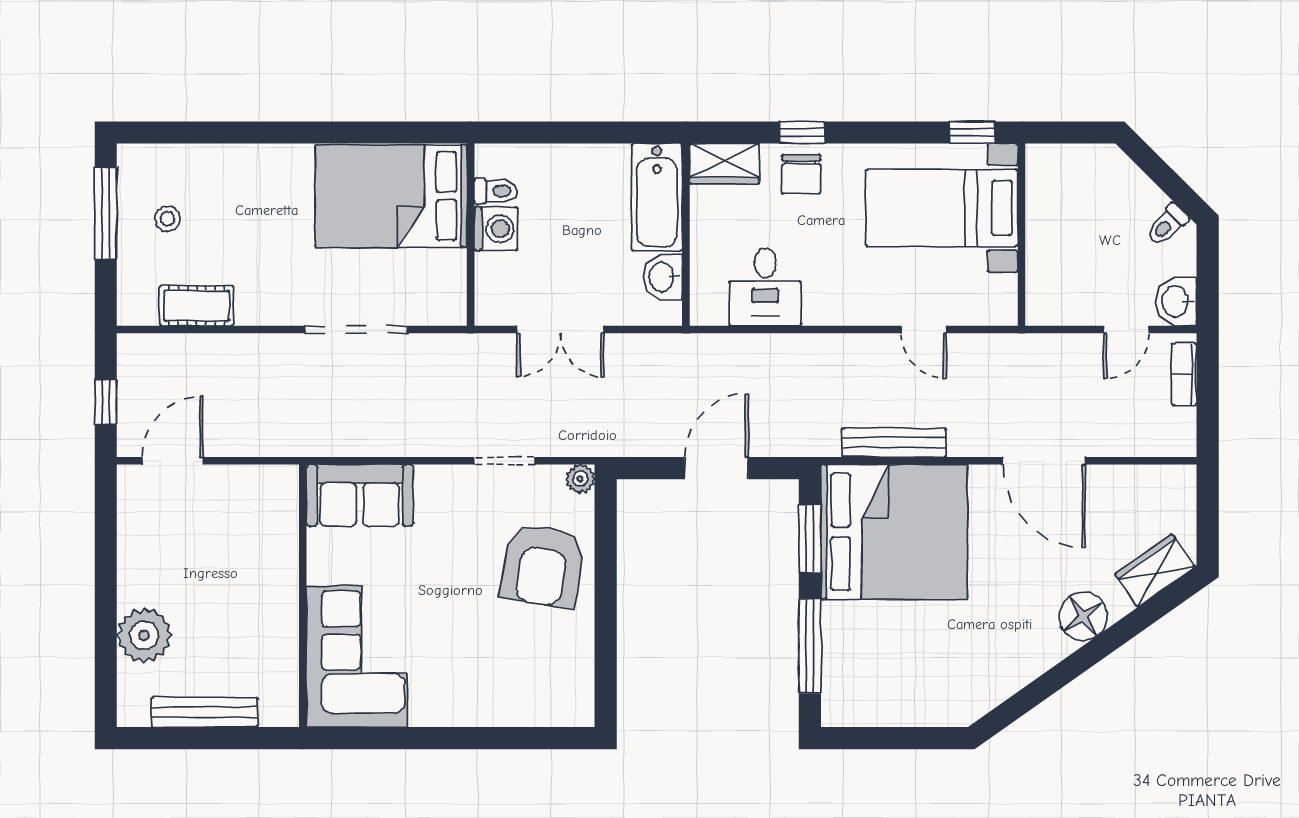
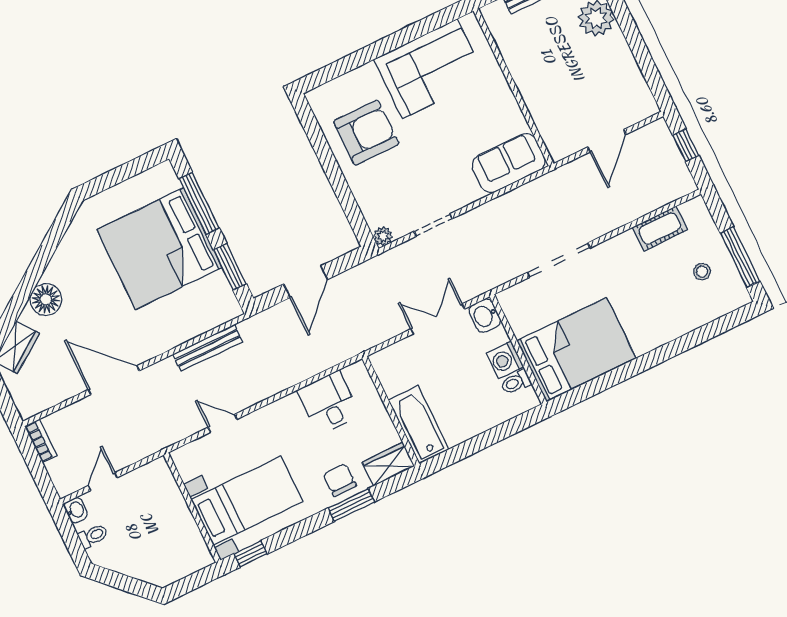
window: (802, 132) -> (351, 505), width x1.50
toilet: (1167, 225) -> (93, 536), moved, turned 45
washbasin: (663, 277) -> (485, 316), moved, turned 180
washbasin: (1176, 302) -> (76, 510), width x0.72, depth x0.69
bookcase: (1184, 374) -> (41, 441), moved
door: (173, 461) -> (607, 141), moved
bed: (894, 532) -> (160, 249), moved
armchair: (543, 566) -> (366, 133), moved, turned 80
corner sofa: (357, 657) -> (430, 69), moved, turned -90

